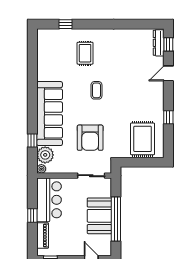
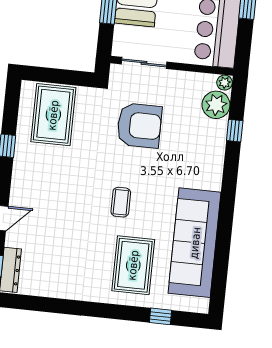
rug: (85, 53) -> (133, 265), width x1.36, depth x1.43
sofa: (50, 114) -> (195, 243), moved
armchair: (90, 138) -> (139, 125), turned 90

